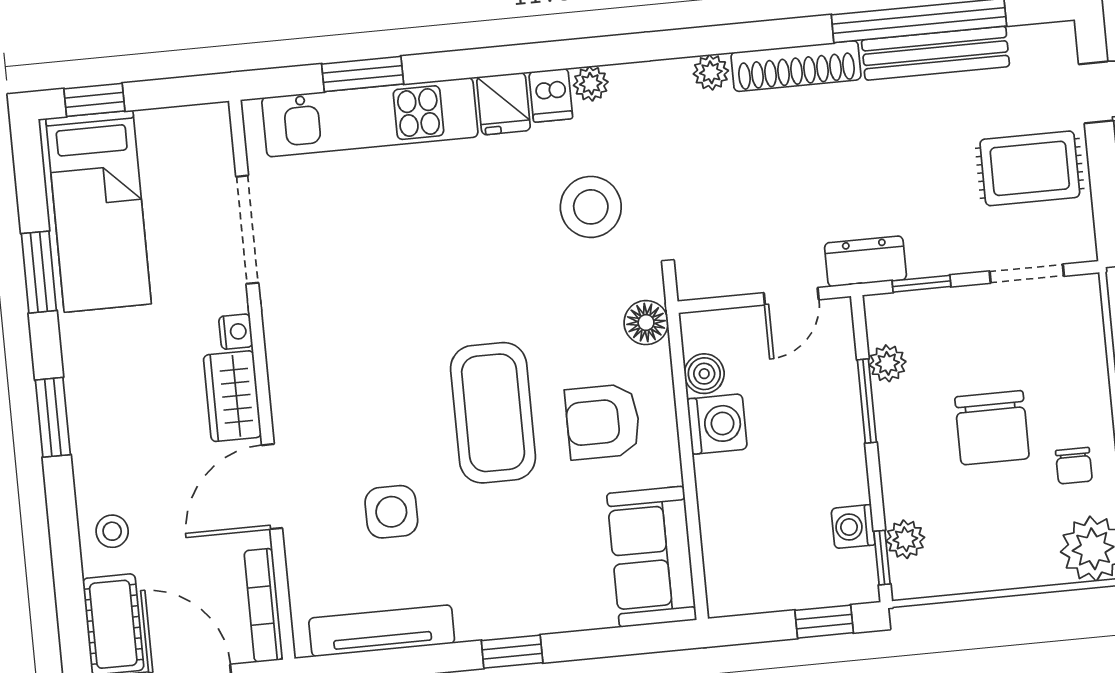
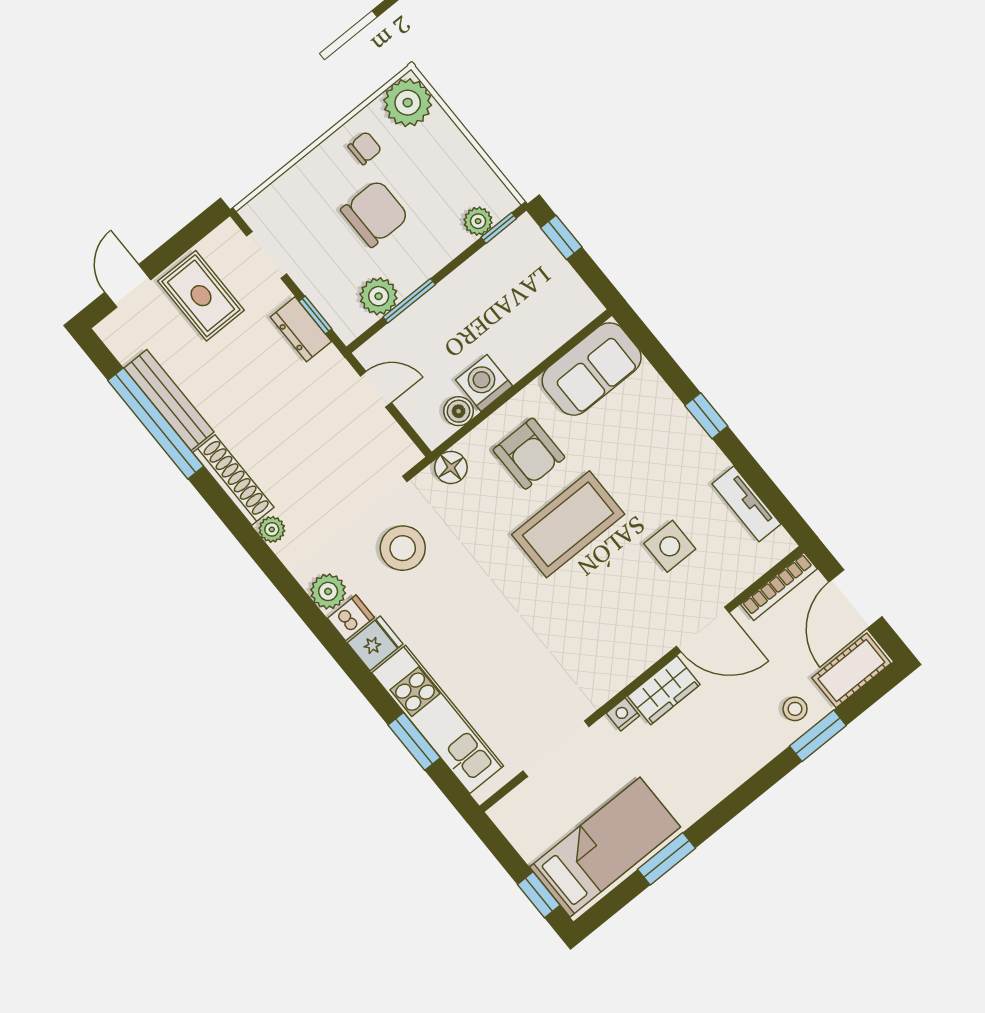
plant: (591, 84) -> (328, 591), width x1.38, depth x1.38
dresser: (865, 261) -> (301, 329), moved
plant: (888, 363) -> (379, 296), width x1.38, depth x1.38
window: (53, 417) -> (818, 736), moved
washing machine: (853, 527) -> (492, 258), removed
tv unit: (382, 631) -> (746, 504), width x0.71

